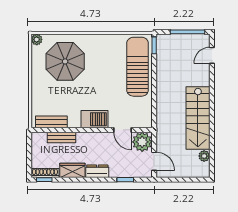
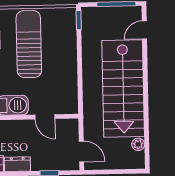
sun lounger: (138, 67) -> (29, 44), moved
stairs: (198, 118) -> (123, 88), width x1.36, depth x1.51
plant: (142, 142) -> (68, 130), removed

